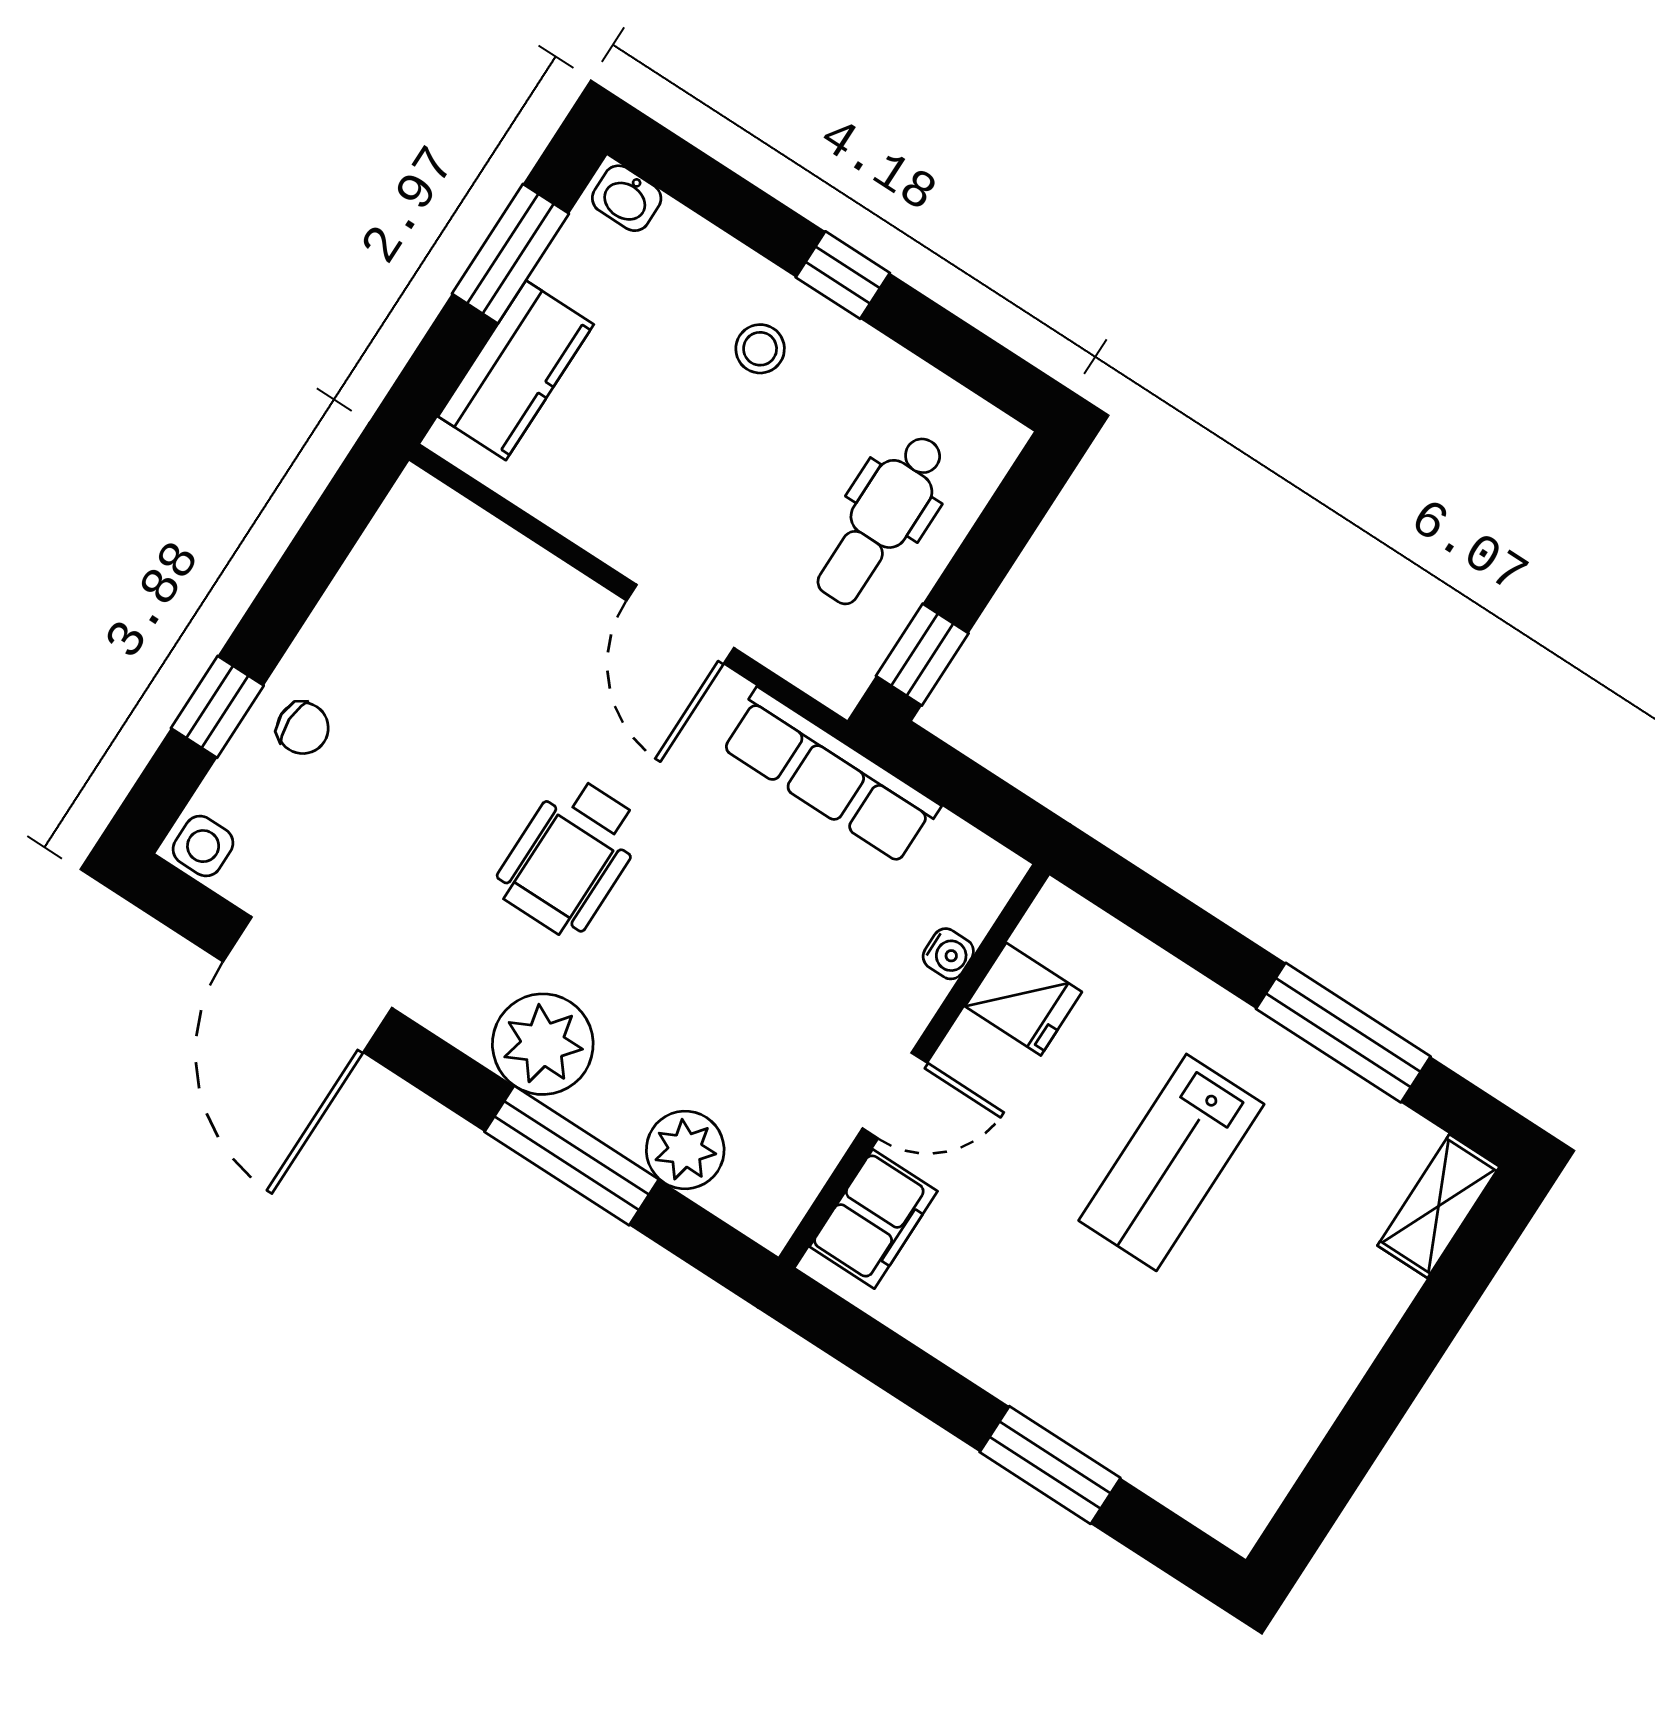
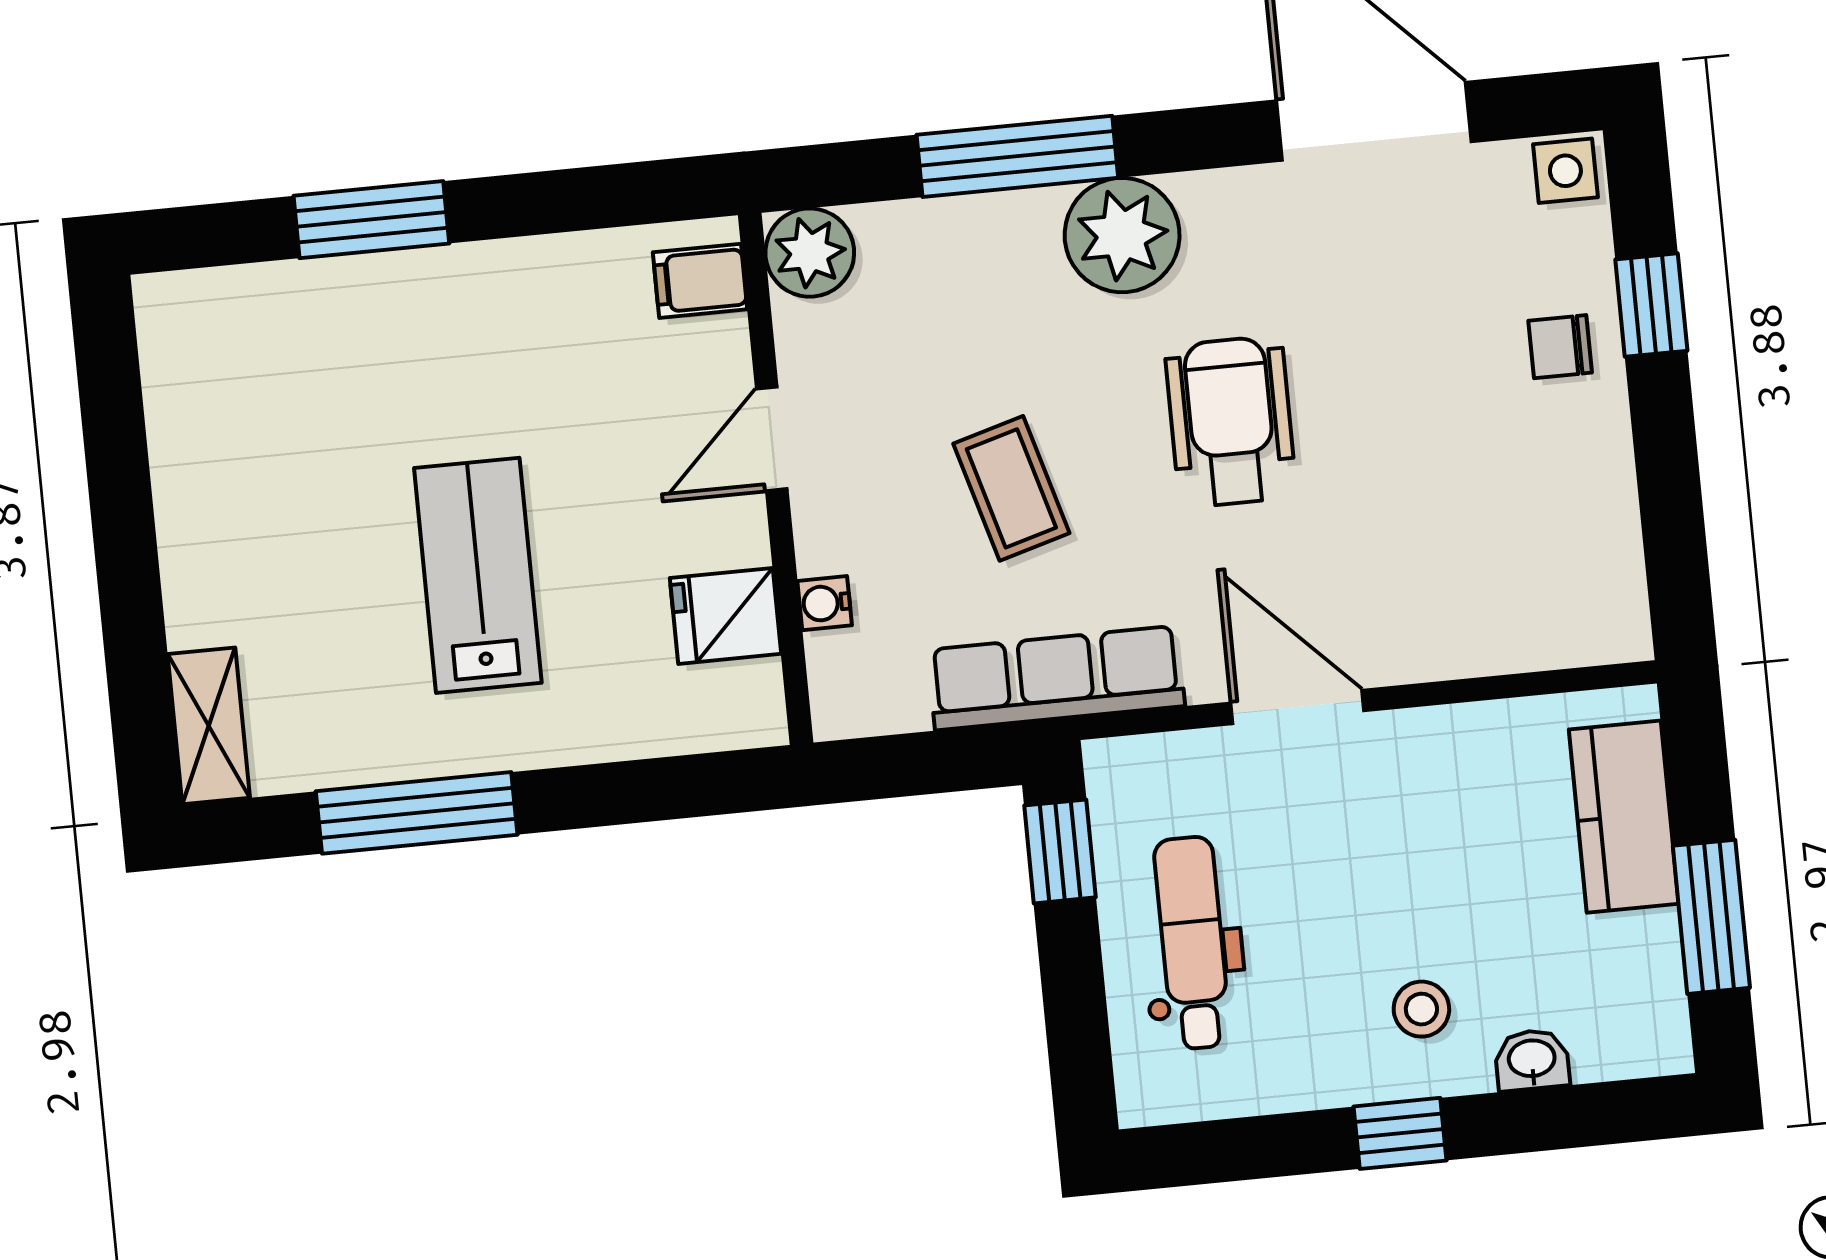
washbasin: (627, 198) -> (1532, 1060), moved
coffee table: (757, 931) -> (1011, 488), added
plant: (685, 1150) -> (810, 253), moved
filing cabinet: (873, 1219) -> (700, 281), width x0.50

